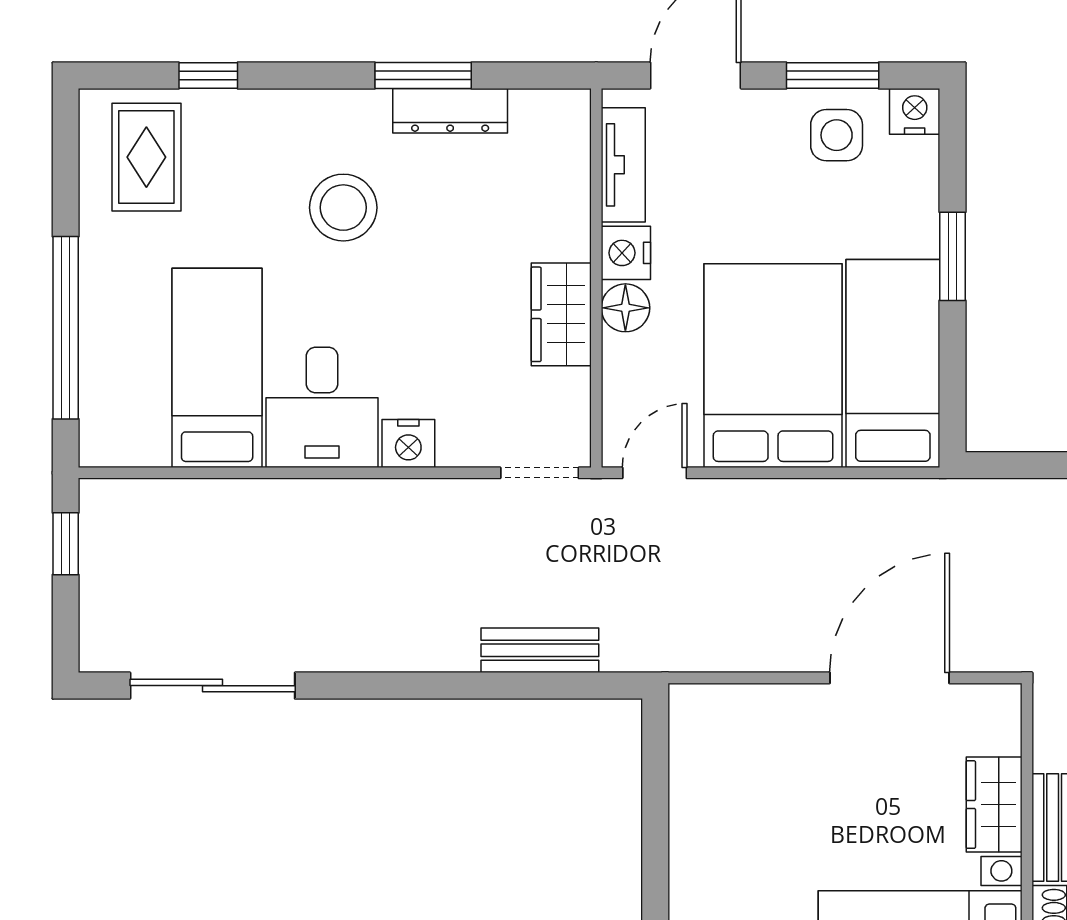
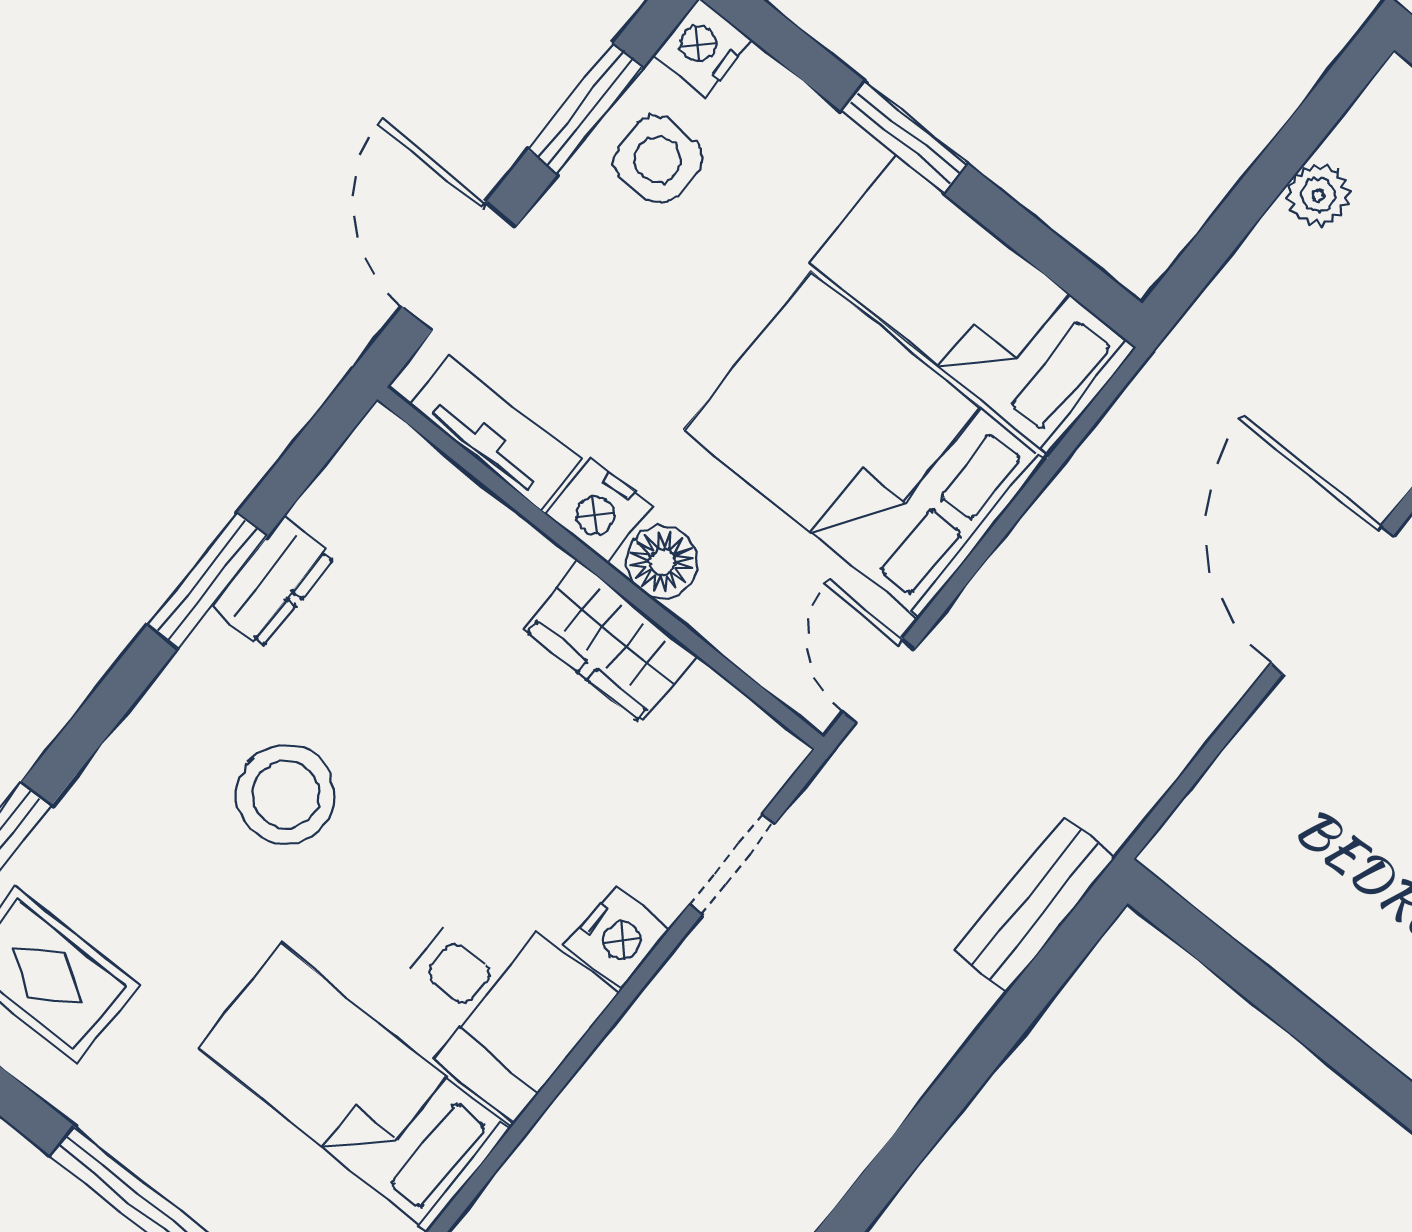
dresser: (450, 111) -> (273, 582), width x0.70
doorway: (540, 473) -> (732, 864), moved
bench: (540, 650) -> (1035, 905), moved

